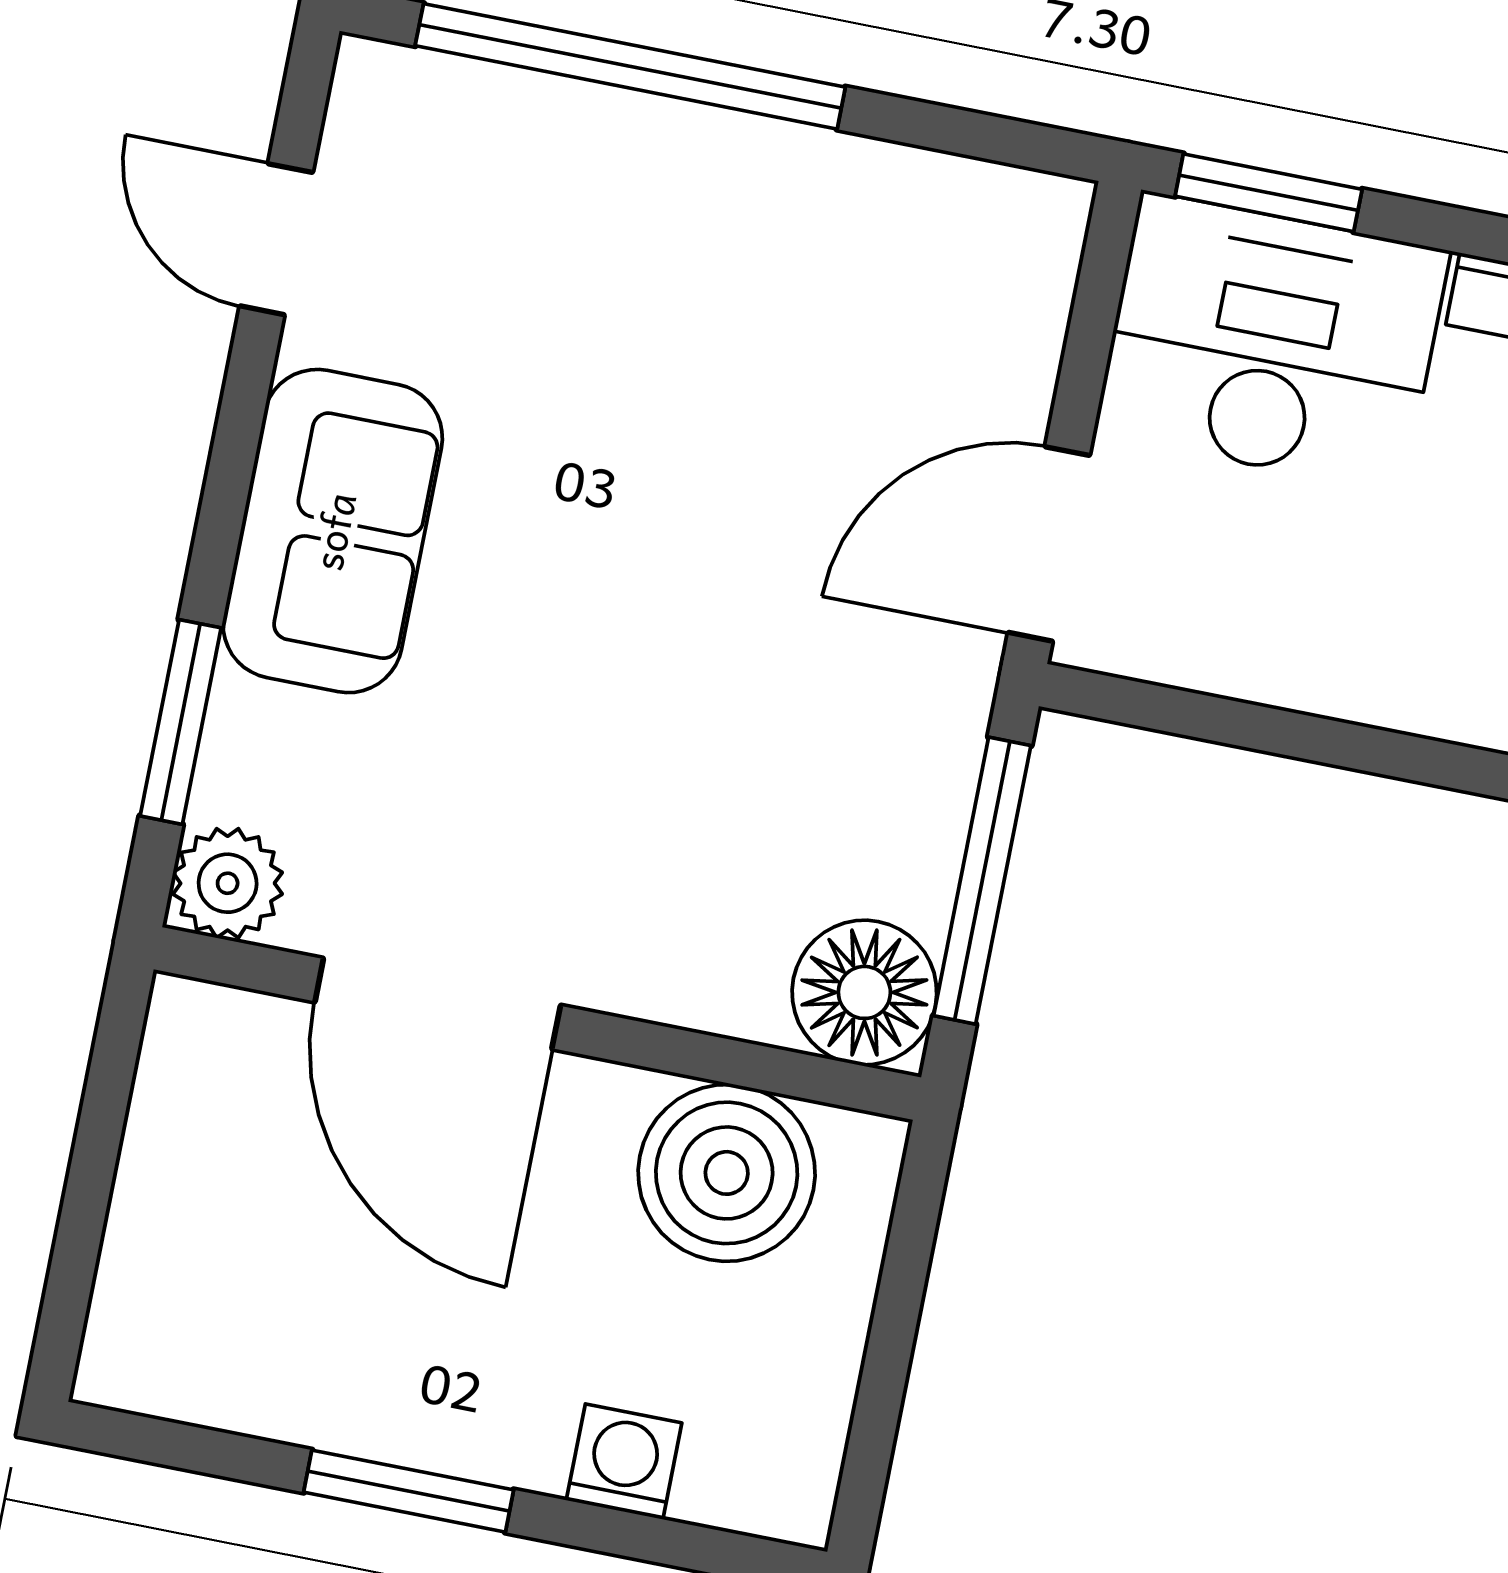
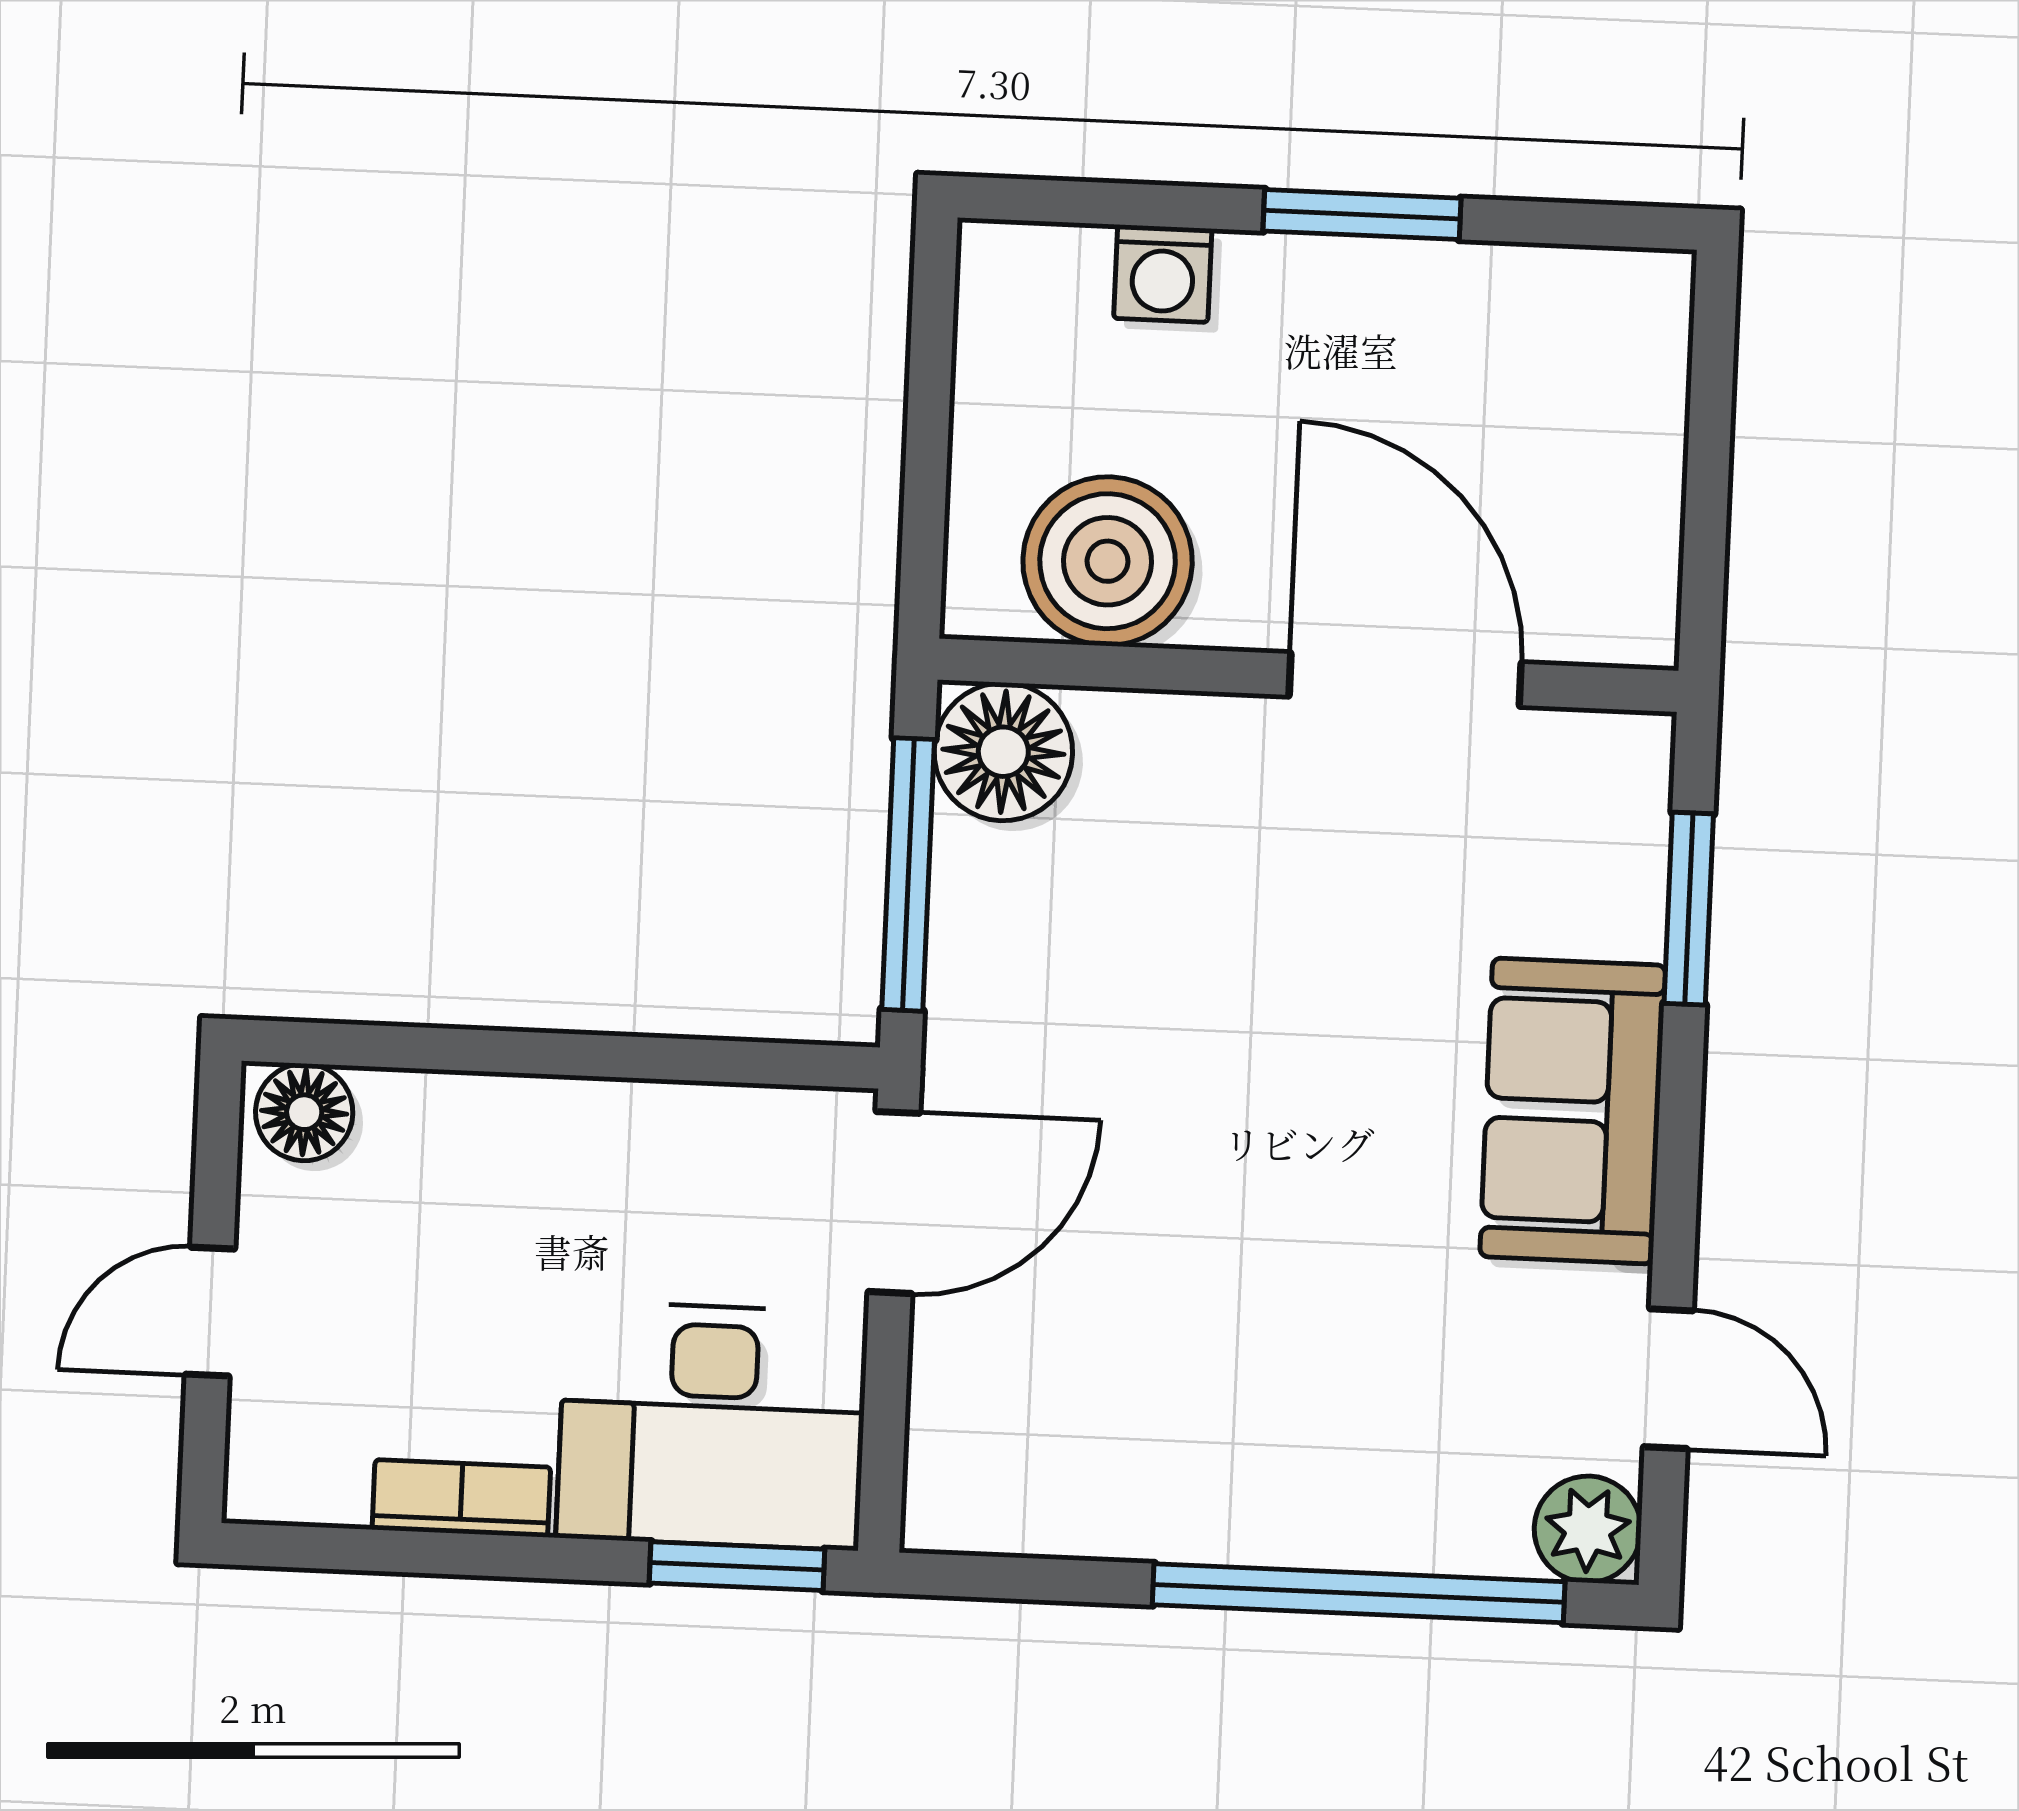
plant: (228, 883) -> (1588, 1529), moved

